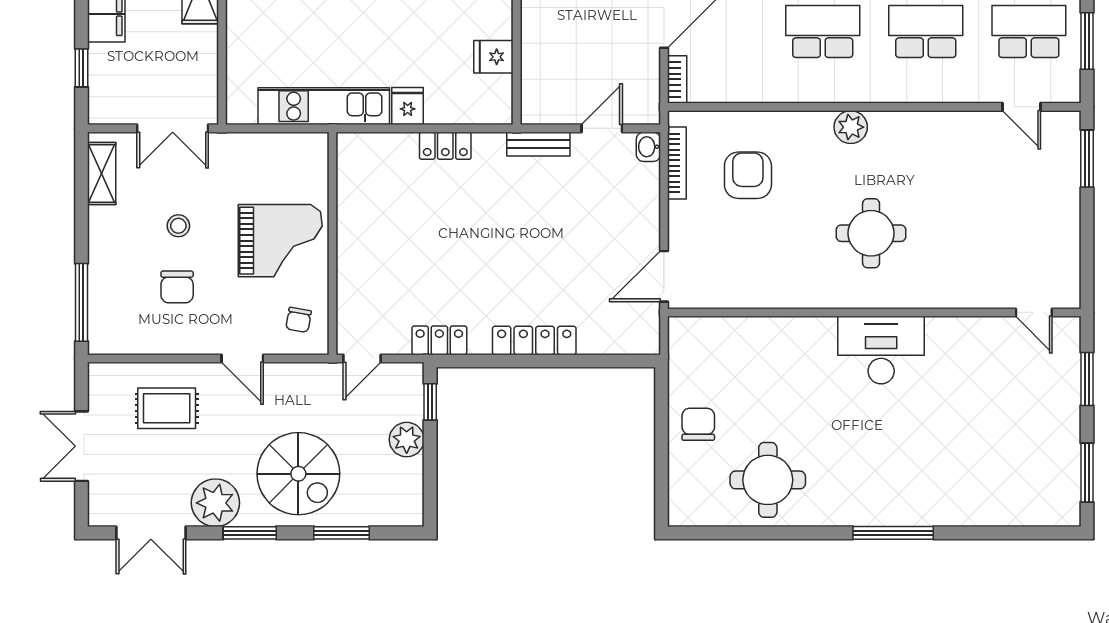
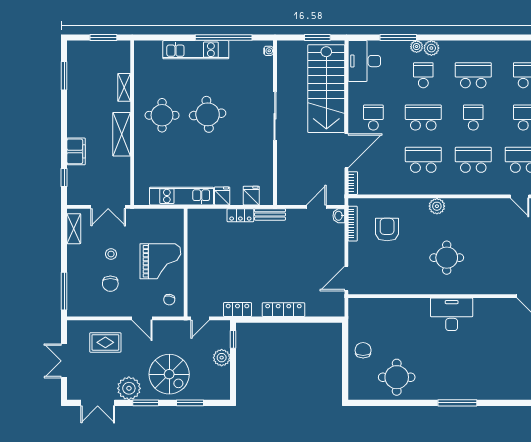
fridge: (493, 57) -> (251, 196), moved, turned 90
bench: (538, 144) -> (270, 214), moved

